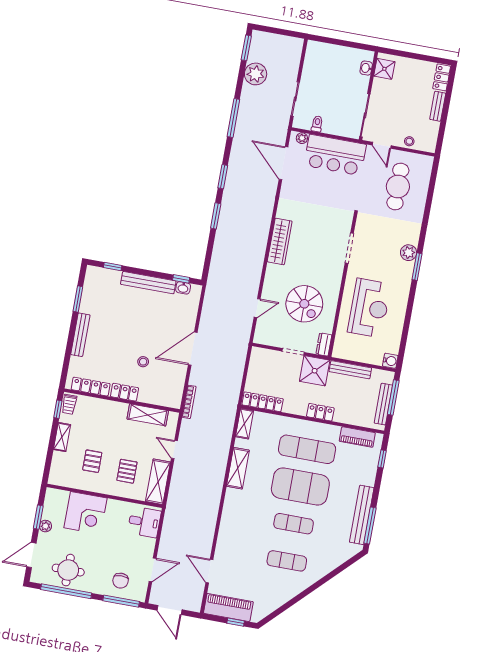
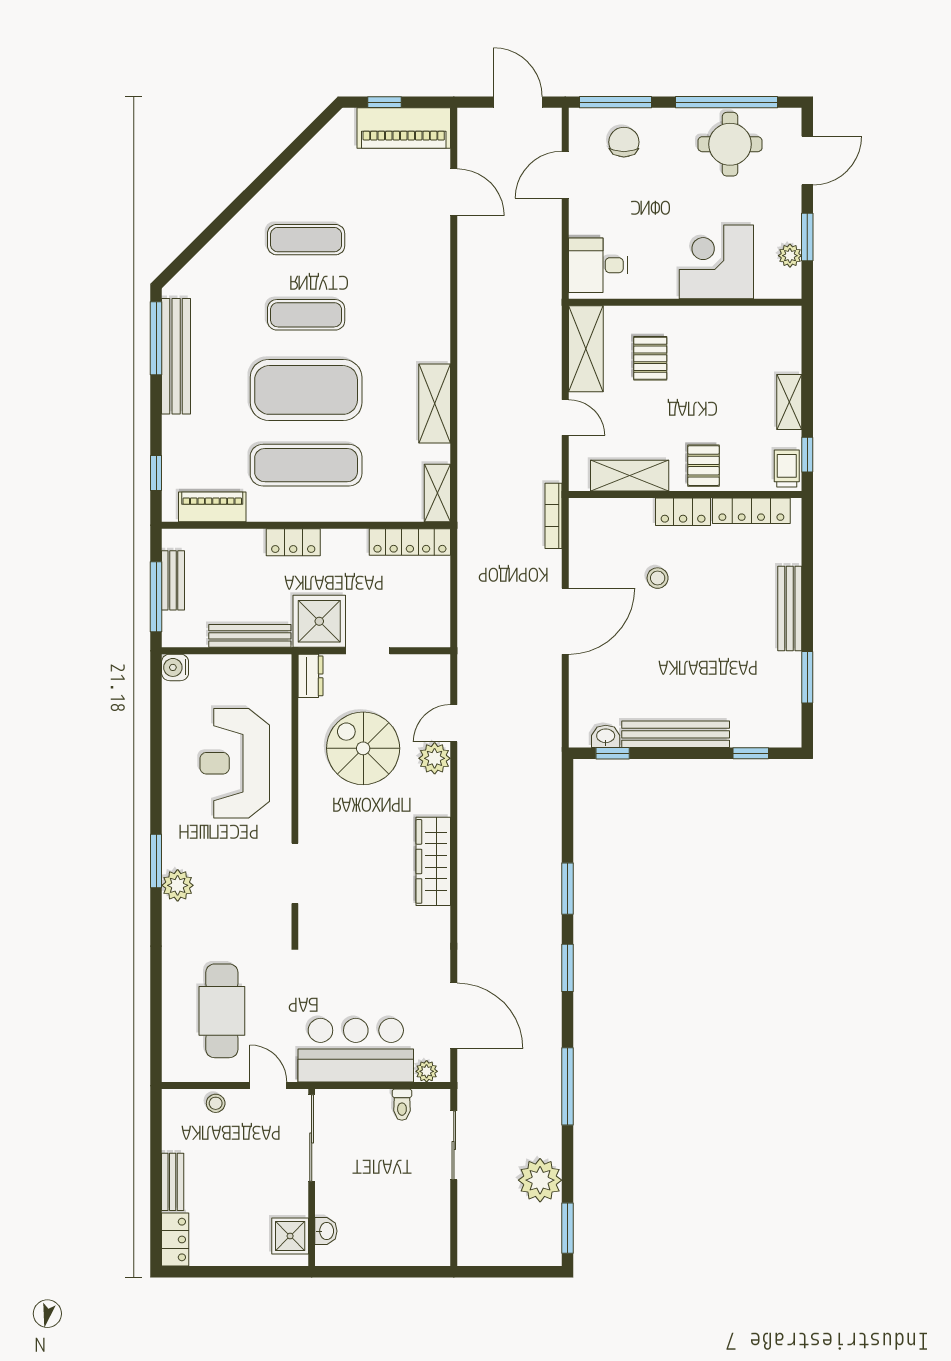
plant: (270, 292) -> (435, 758), added
bench: (383, 404) -> (173, 580), width x0.73
pallet: (92, 461) -> (704, 466), moved
plant: (45, 526) -> (790, 256), moved

